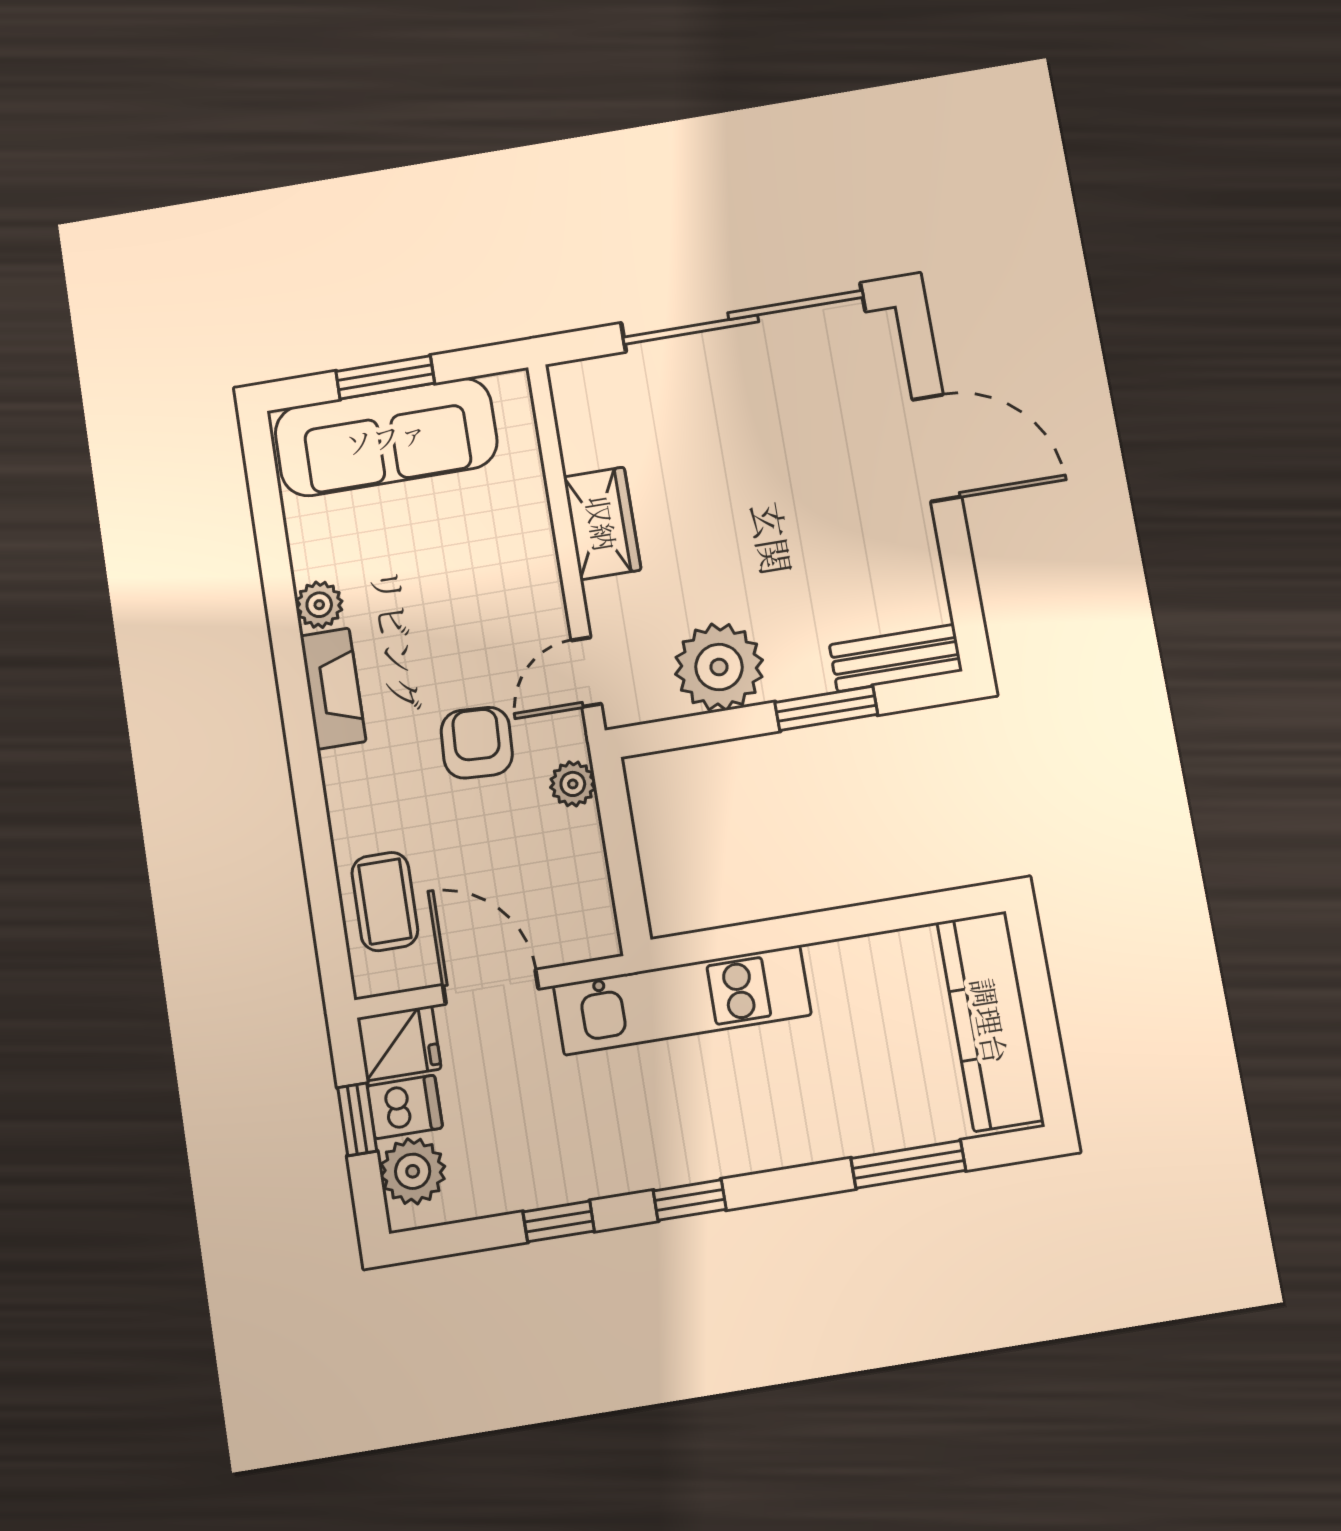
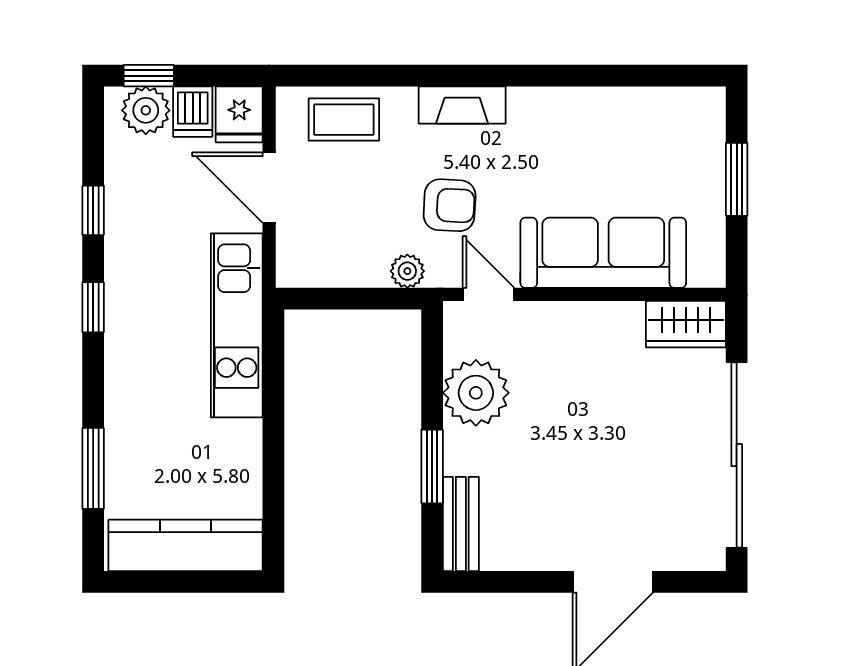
sofa: (386, 437) -> (603, 253), moved, turned 90
wardrobe: (602, 523) -> (686, 324), moved
plant: (319, 605) -> (572, 104), removed
fireplace: (333, 689) -> (462, 105), moved
door: (491, 987) -> (269, 188), swing flipped
window: (357, 1119) -> (149, 76), moved

